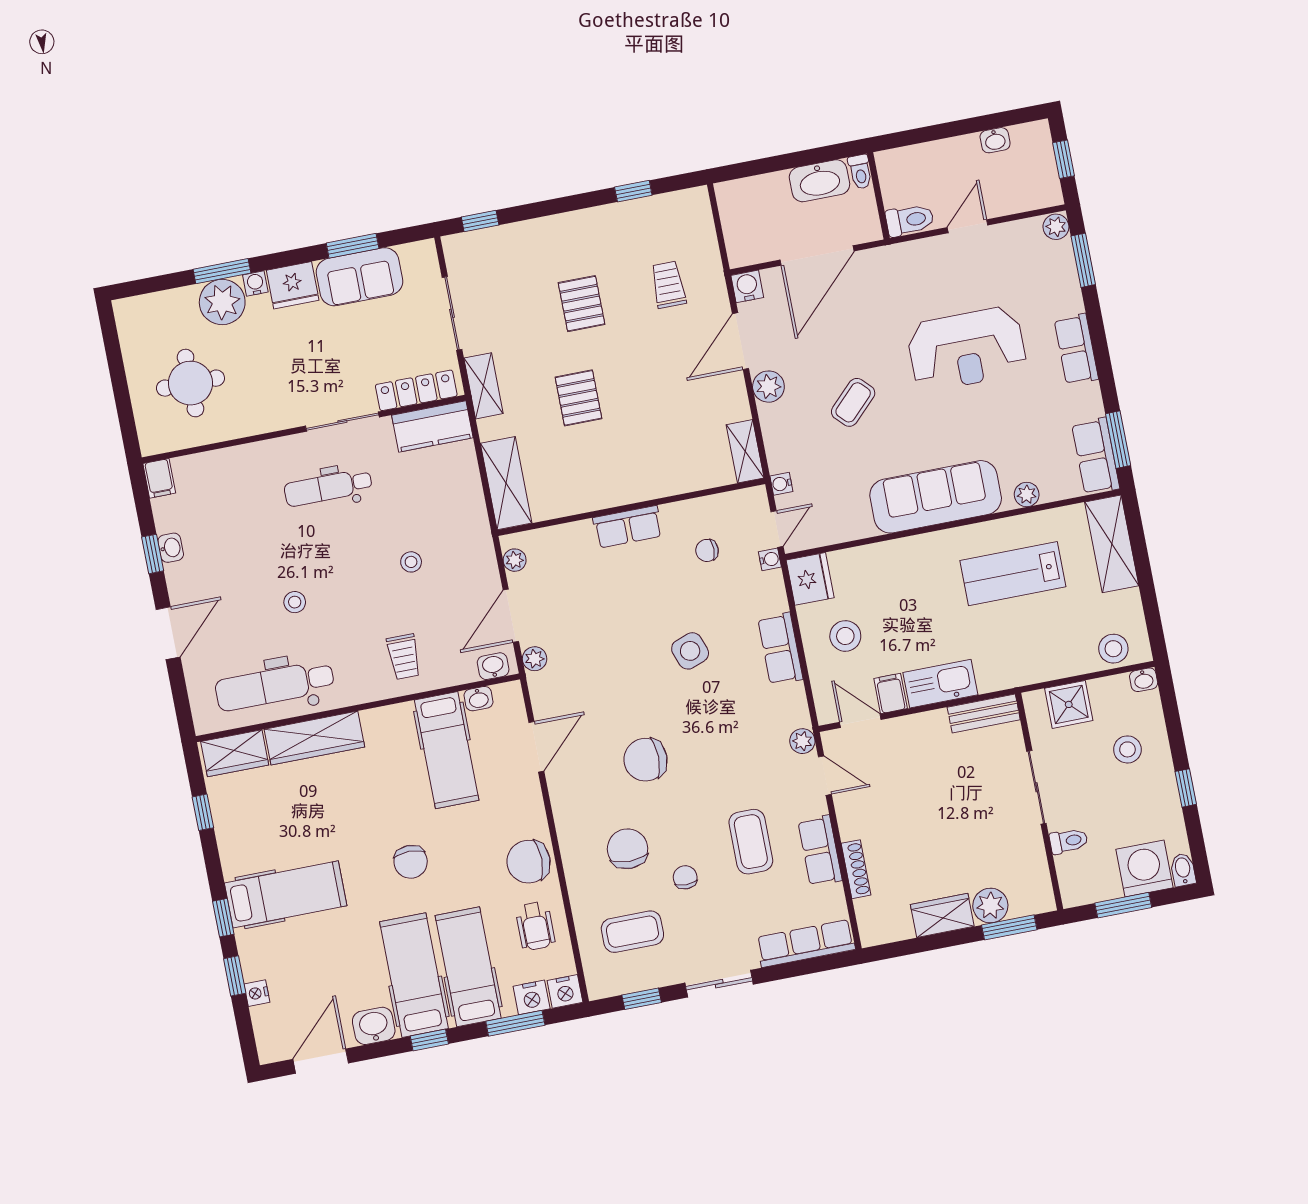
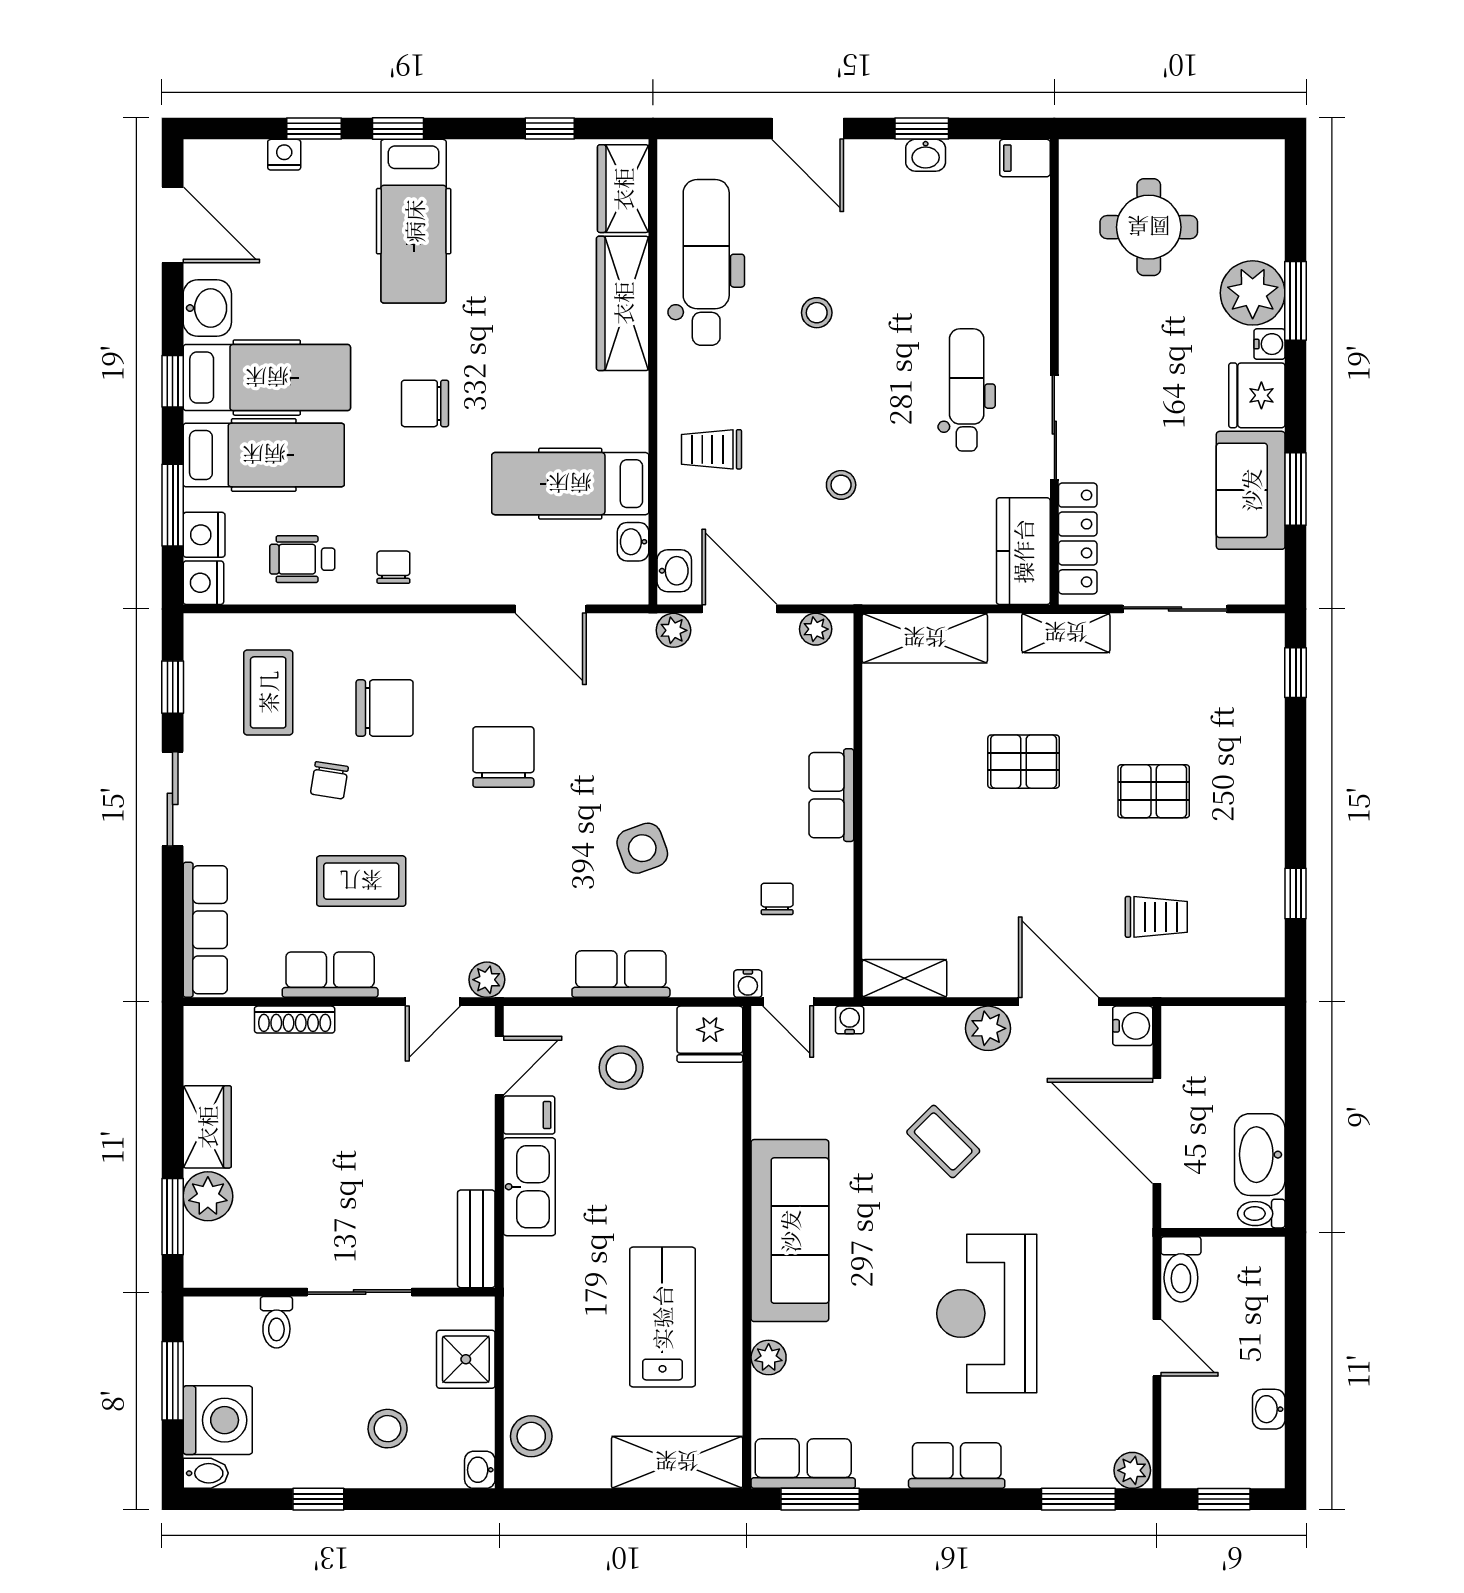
chair: (529, 862) -> (393, 567), width x0.54, depth x0.54
chair: (685, 877) -> (329, 780), turned 99

